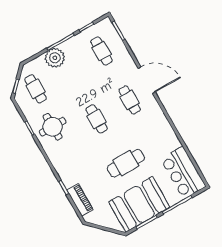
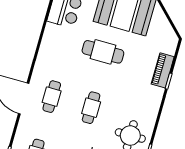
piano: (80, 200) -> (163, 70), moved

